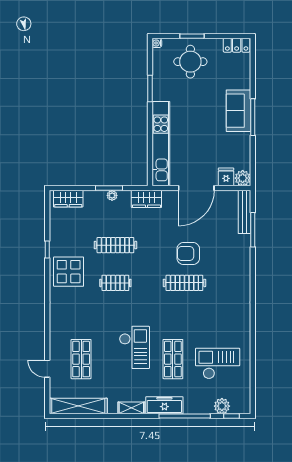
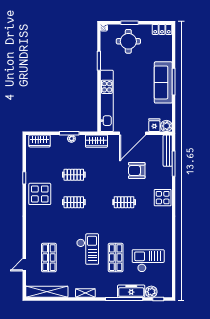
sofa: (238, 111) -> (163, 82), width x1.36
clothes rail: (115, 245) -> (74, 175), width x0.73
armchair: (188, 254) -> (137, 170), moved
display table: (238, 277) -> (163, 198), added
clothes rail: (184, 283) -> (124, 202), width x0.73
door: (47, 369) -> (24, 265), hinge flipped
freezer: (164, 405) -> (131, 291), moved

